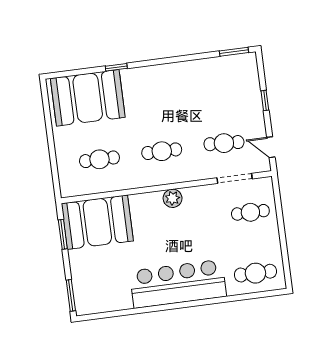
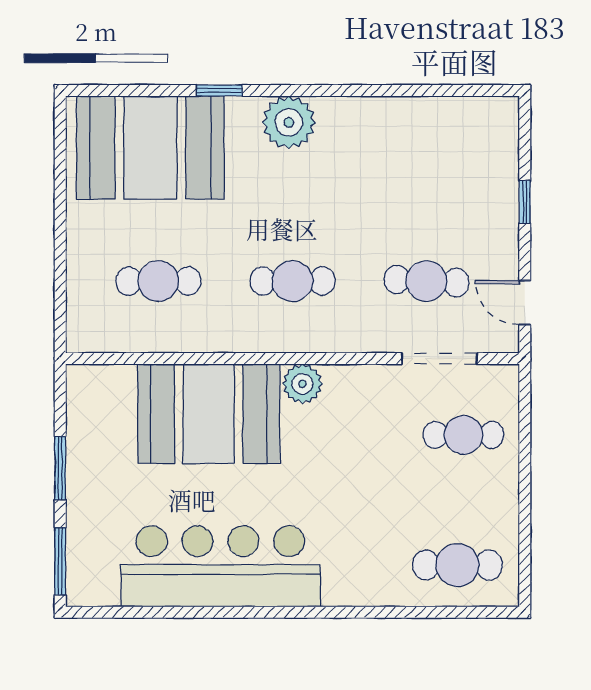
window: (234, 52) -> (473, 91), removed
plant: (150, 78) -> (289, 122), added
booth: (97, 222) -> (209, 414), moved
window: (63, 234) -> (60, 468), moved
bar counter: (178, 284) -> (220, 566), moved

